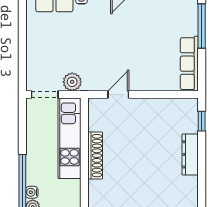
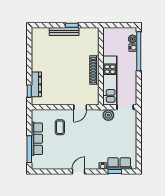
coffee table: (152, 62) -> (60, 127), added
row of seats: (189, 64) -> (37, 139), moved
dresser: (190, 154) -> (36, 84), moved

